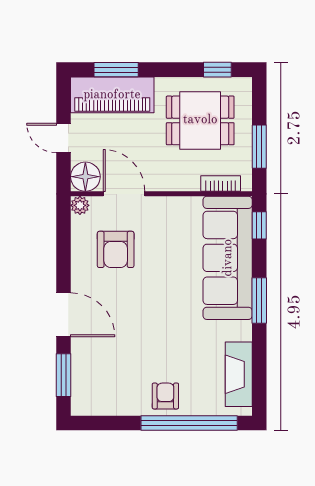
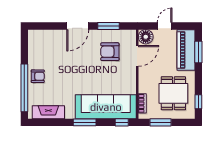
plant: (80, 205) -> (132, 34), removed
window: (63, 375) -> (109, 26), moved

